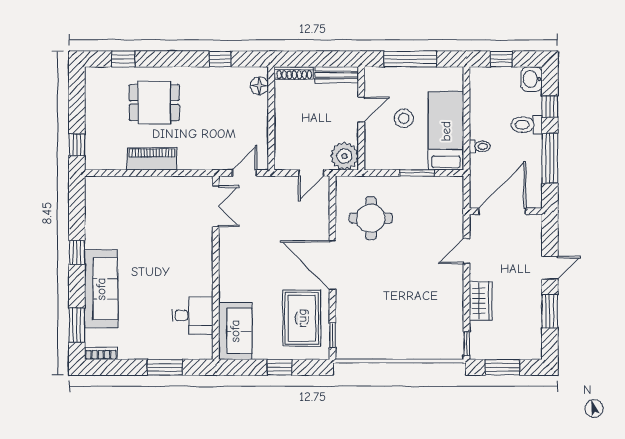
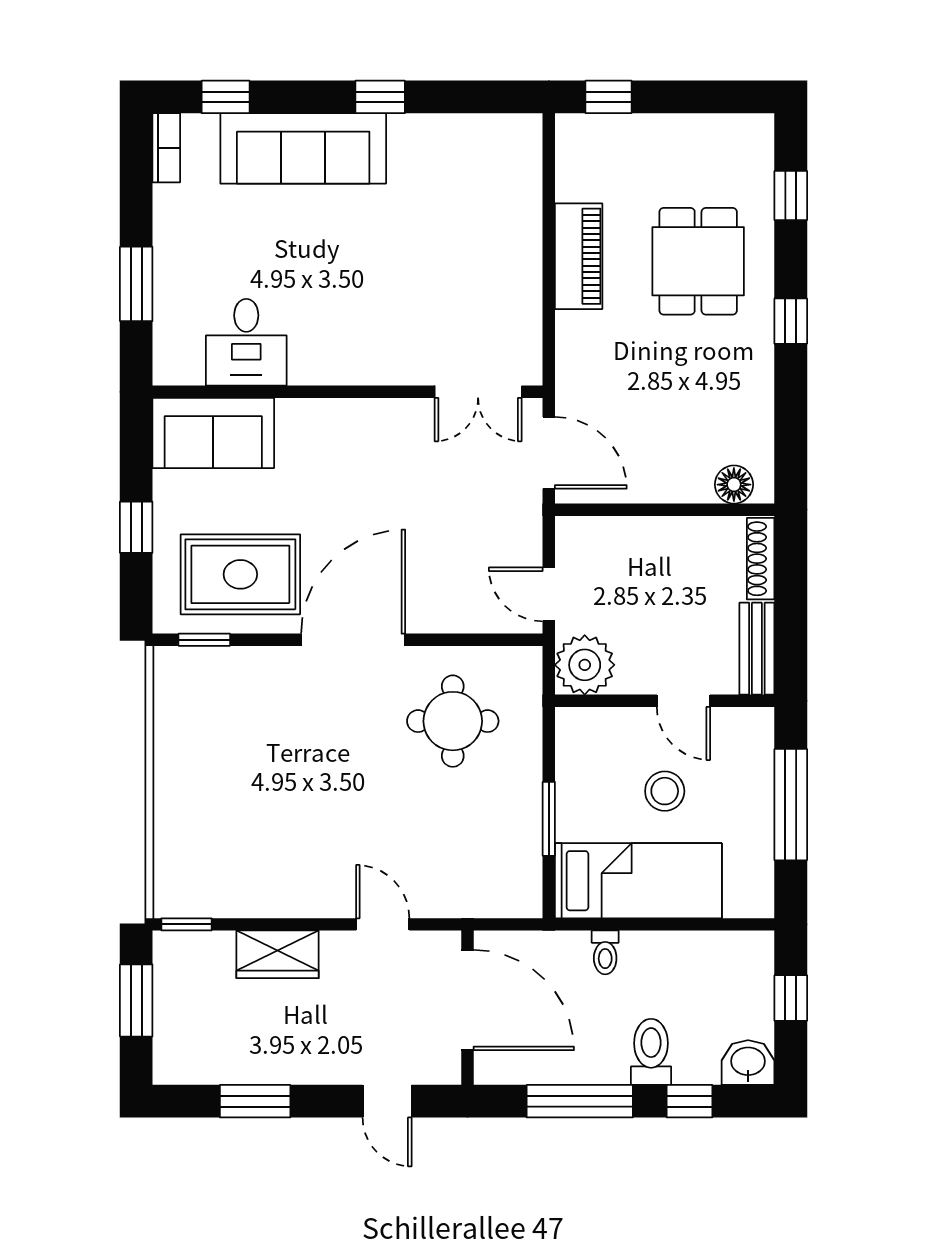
window: (220, 59) -> (791, 321), moved
door: (244, 173) -> (549, 453), width x1.38
door: (550, 268) -> (387, 1101), moved
window: (77, 325) -> (226, 97), width x0.67

